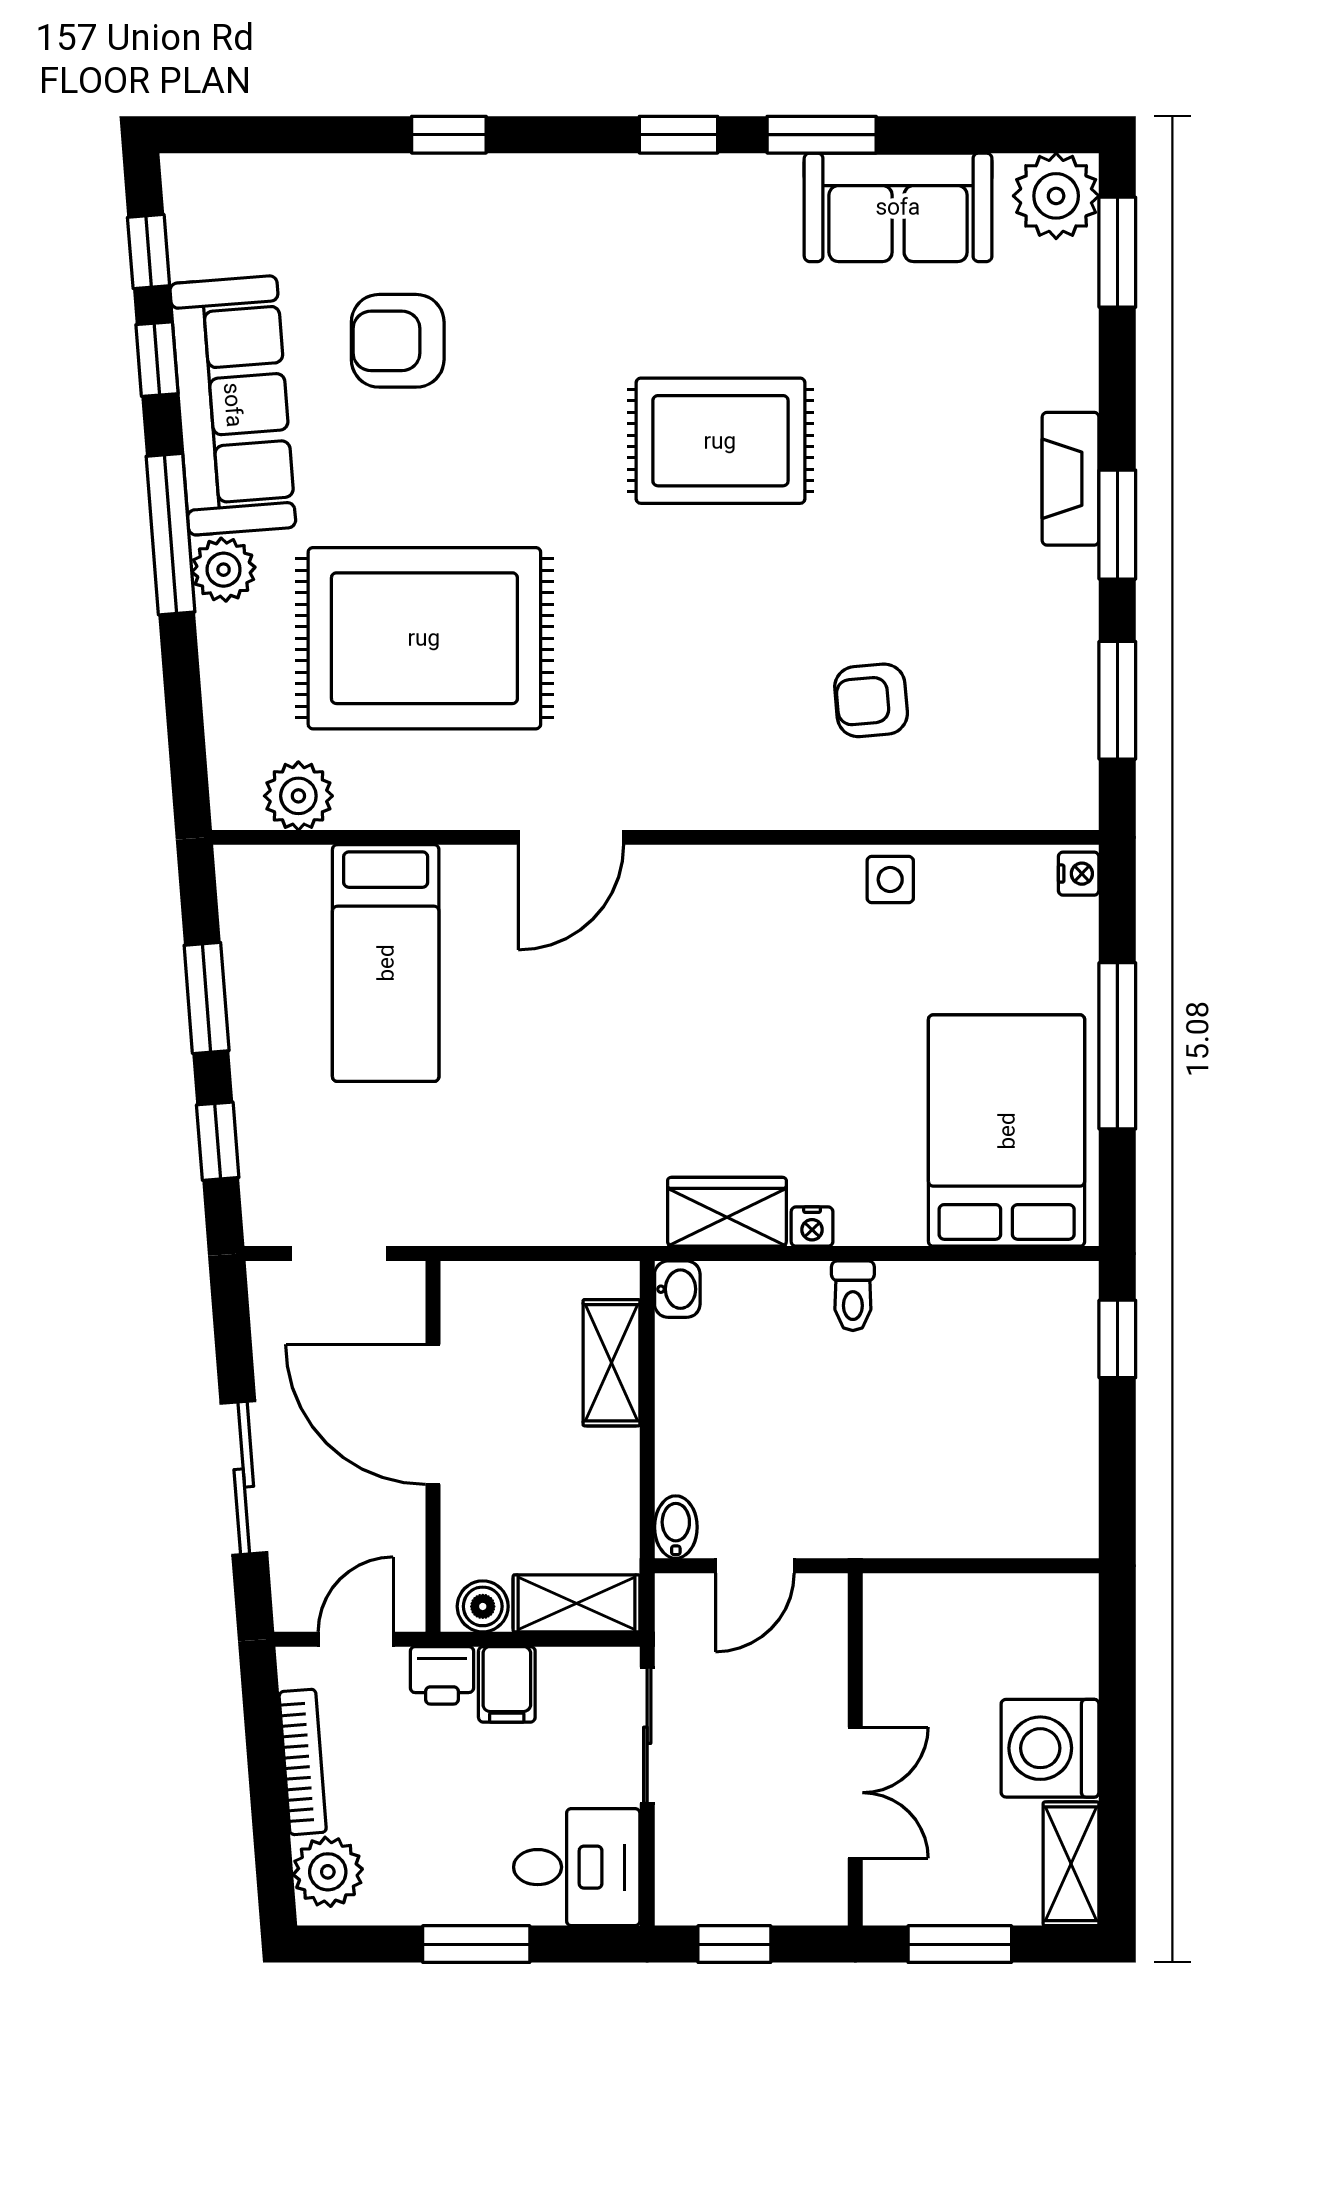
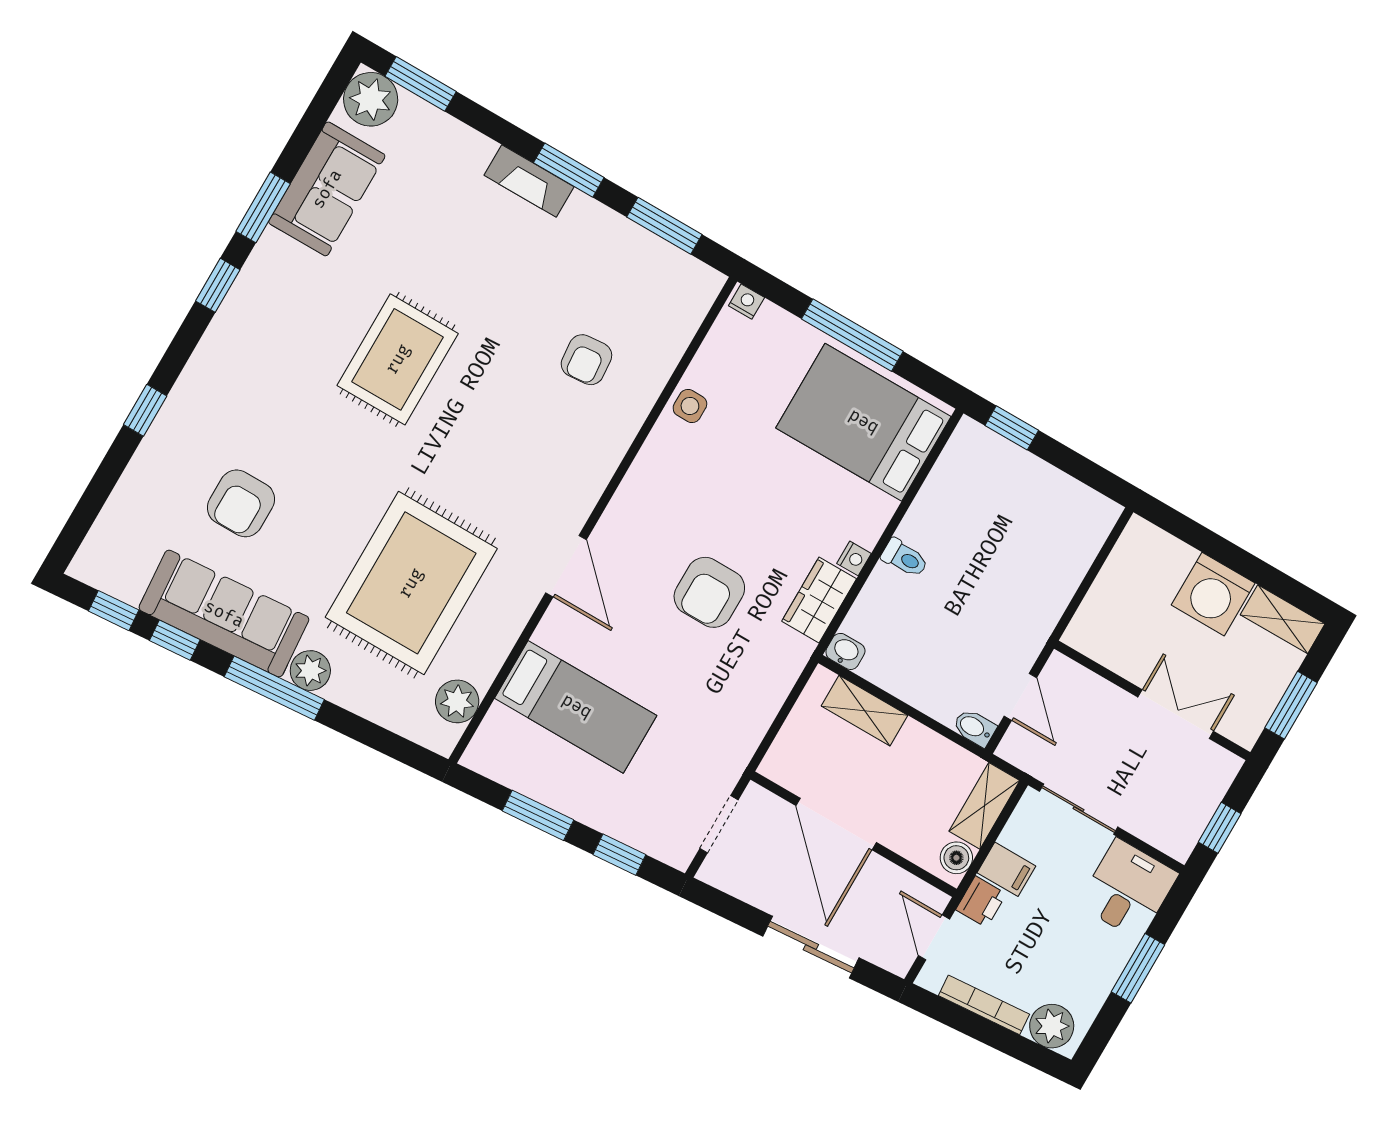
armchair: (650, 1055) -> (709, 592), added
door: (433, 1414) -> (836, 824), hinge flipped

